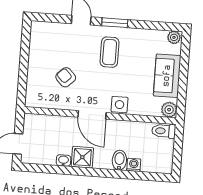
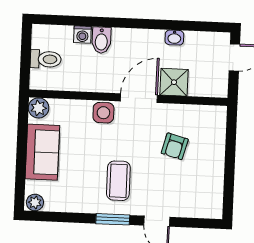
armchair: (66, 77) -> (175, 146), turned 59
door: (92, 115) -> (139, 98), hinge flipped
toilet: (164, 131) -> (46, 59), moved
shower: (82, 157) -> (174, 82), moved

